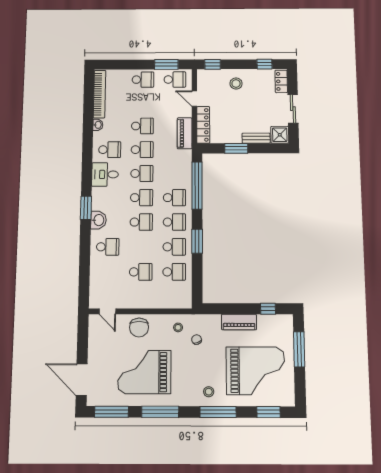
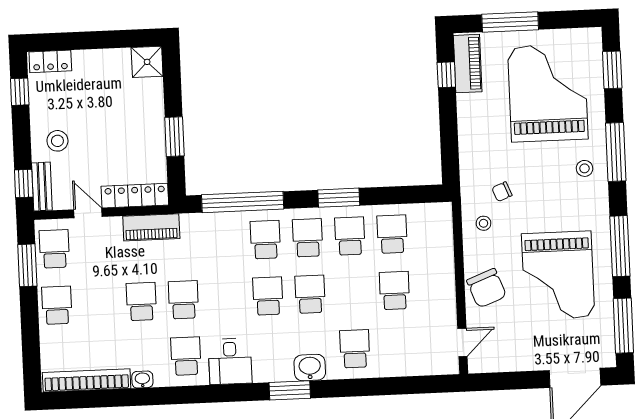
door: (194, 99) -> (88, 213), swing flipped
sliding door: (293, 109) -> (99, 40), removed
bench: (256, 138) -> (42, 186), moved
school desk: (142, 173) -> (226, 298), removed
piano: (239, 322) -> (468, 64), moved
chair: (139, 327) -> (487, 288), turned 69

